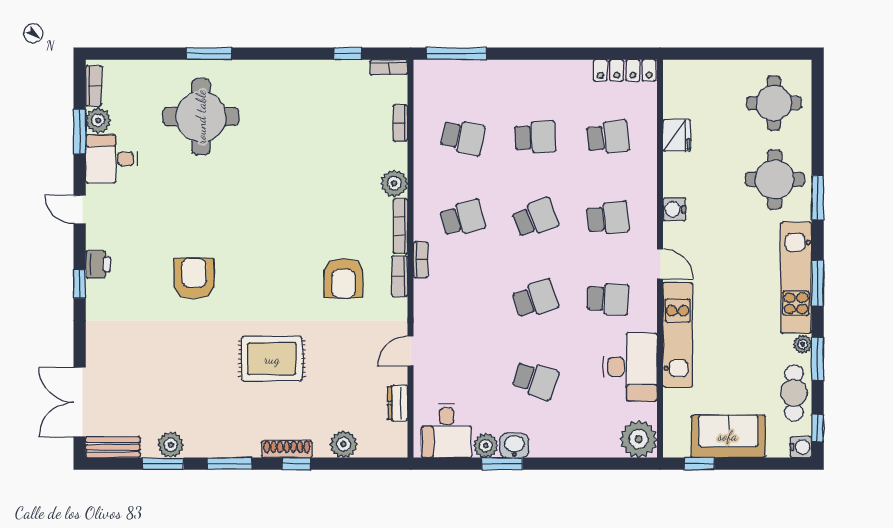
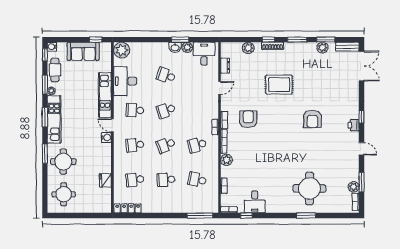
desk: (112, 159) -> (255, 202), moved, turned 90
water cooler: (674, 209) -> (106, 138), moved

